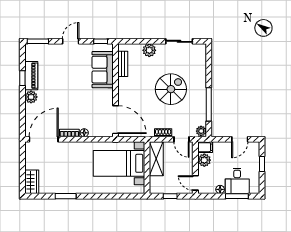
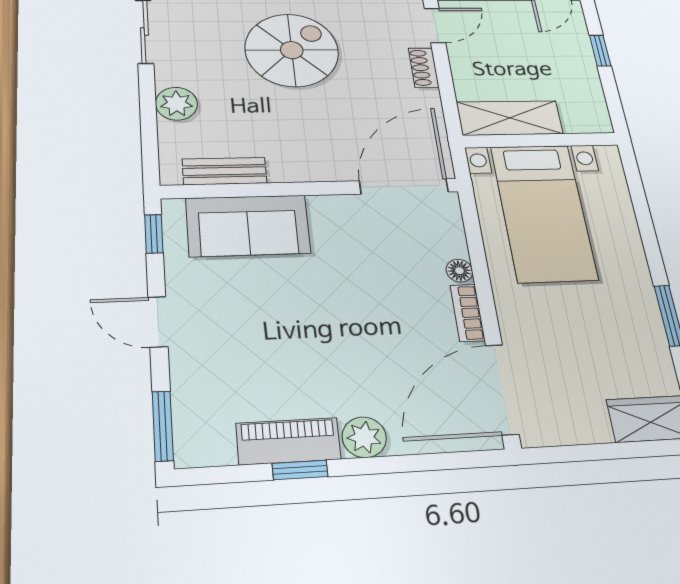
spiral stairs: (171, 89) -> (292, 50), turned 90
door: (44, 139) -> (502, 389), hinge flipped
shelving: (156, 159) -> (510, 118), moved
bed with nightstands: (119, 163) -> (543, 212), moved
wall: (147, 168) -> (541, 140), moved

